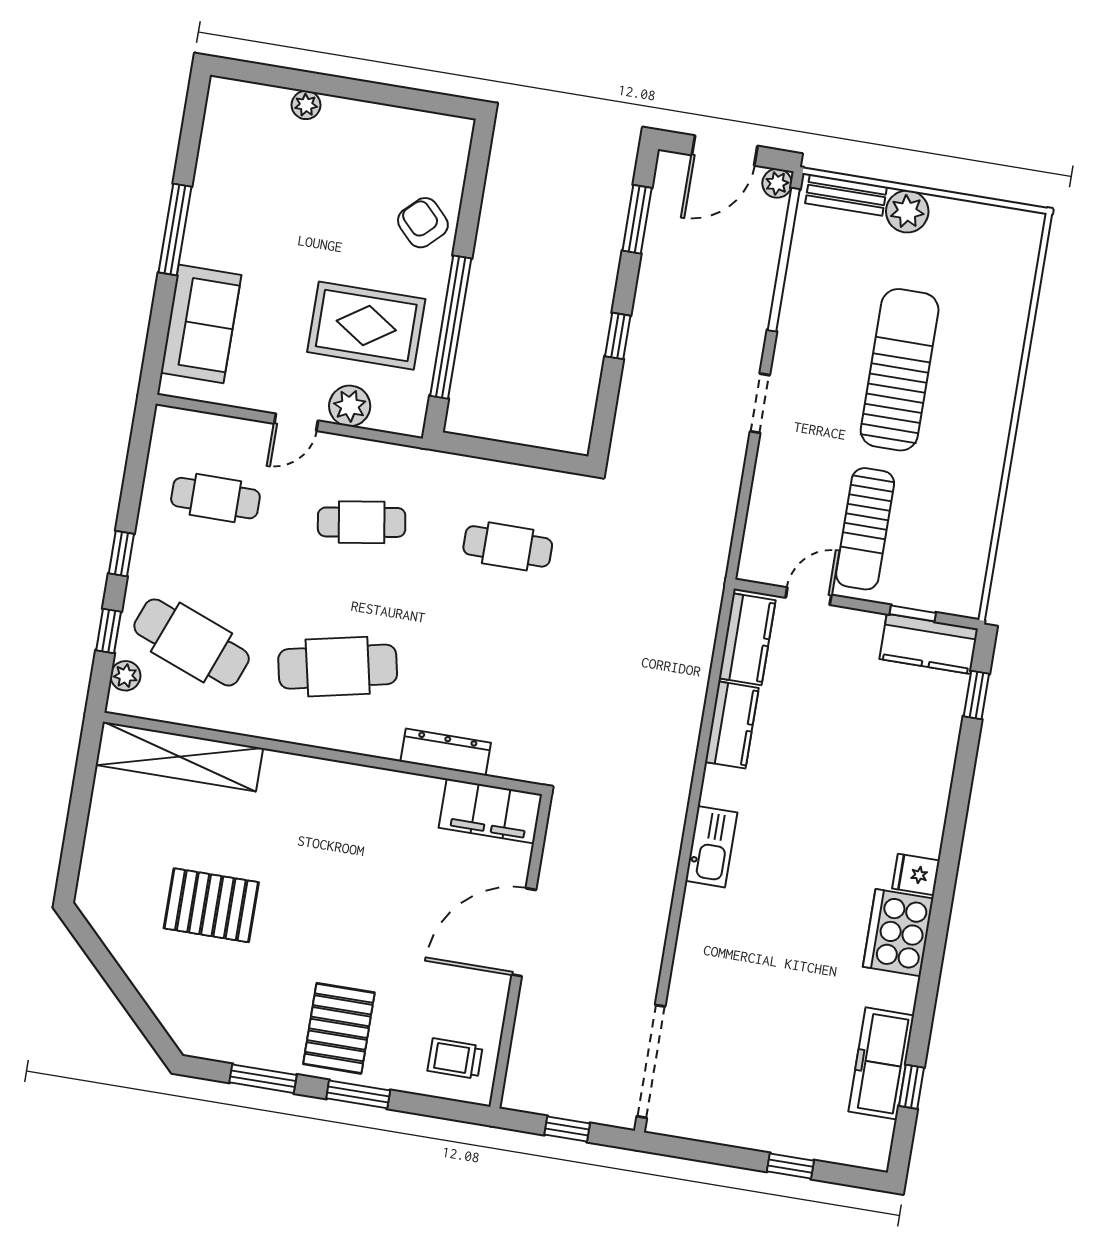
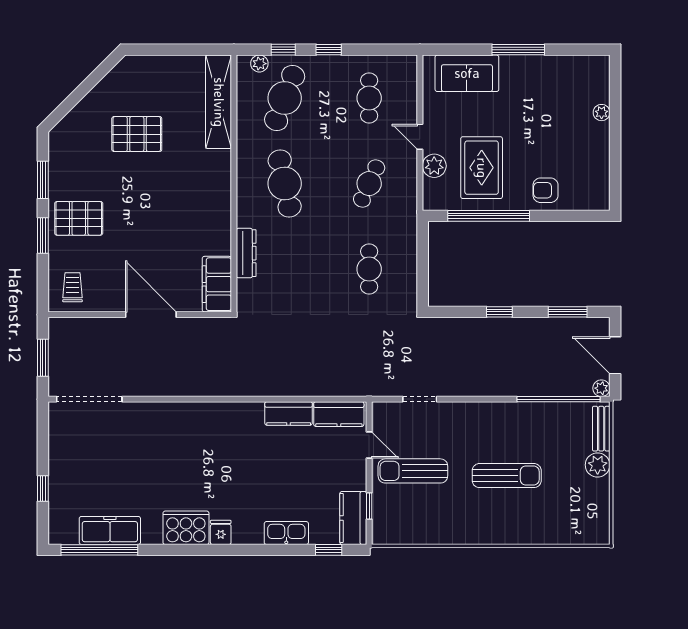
armchair: (423, 223) -> (546, 190), turned -136
sun lounger: (900, 370) -> (507, 476), width x0.73, depth x0.75
doorway: (760, 403) -> (420, 399), moved
cafe table: (362, 522) -> (369, 184), turned 33
kitchen sink: (711, 847) -> (286, 533), moved, turned 180
pallet: (211, 905) -> (137, 134), turned 90
window: (911, 1087) -> (99, 550), width x3.17
window: (567, 1129) -> (43, 358), width x1.50

